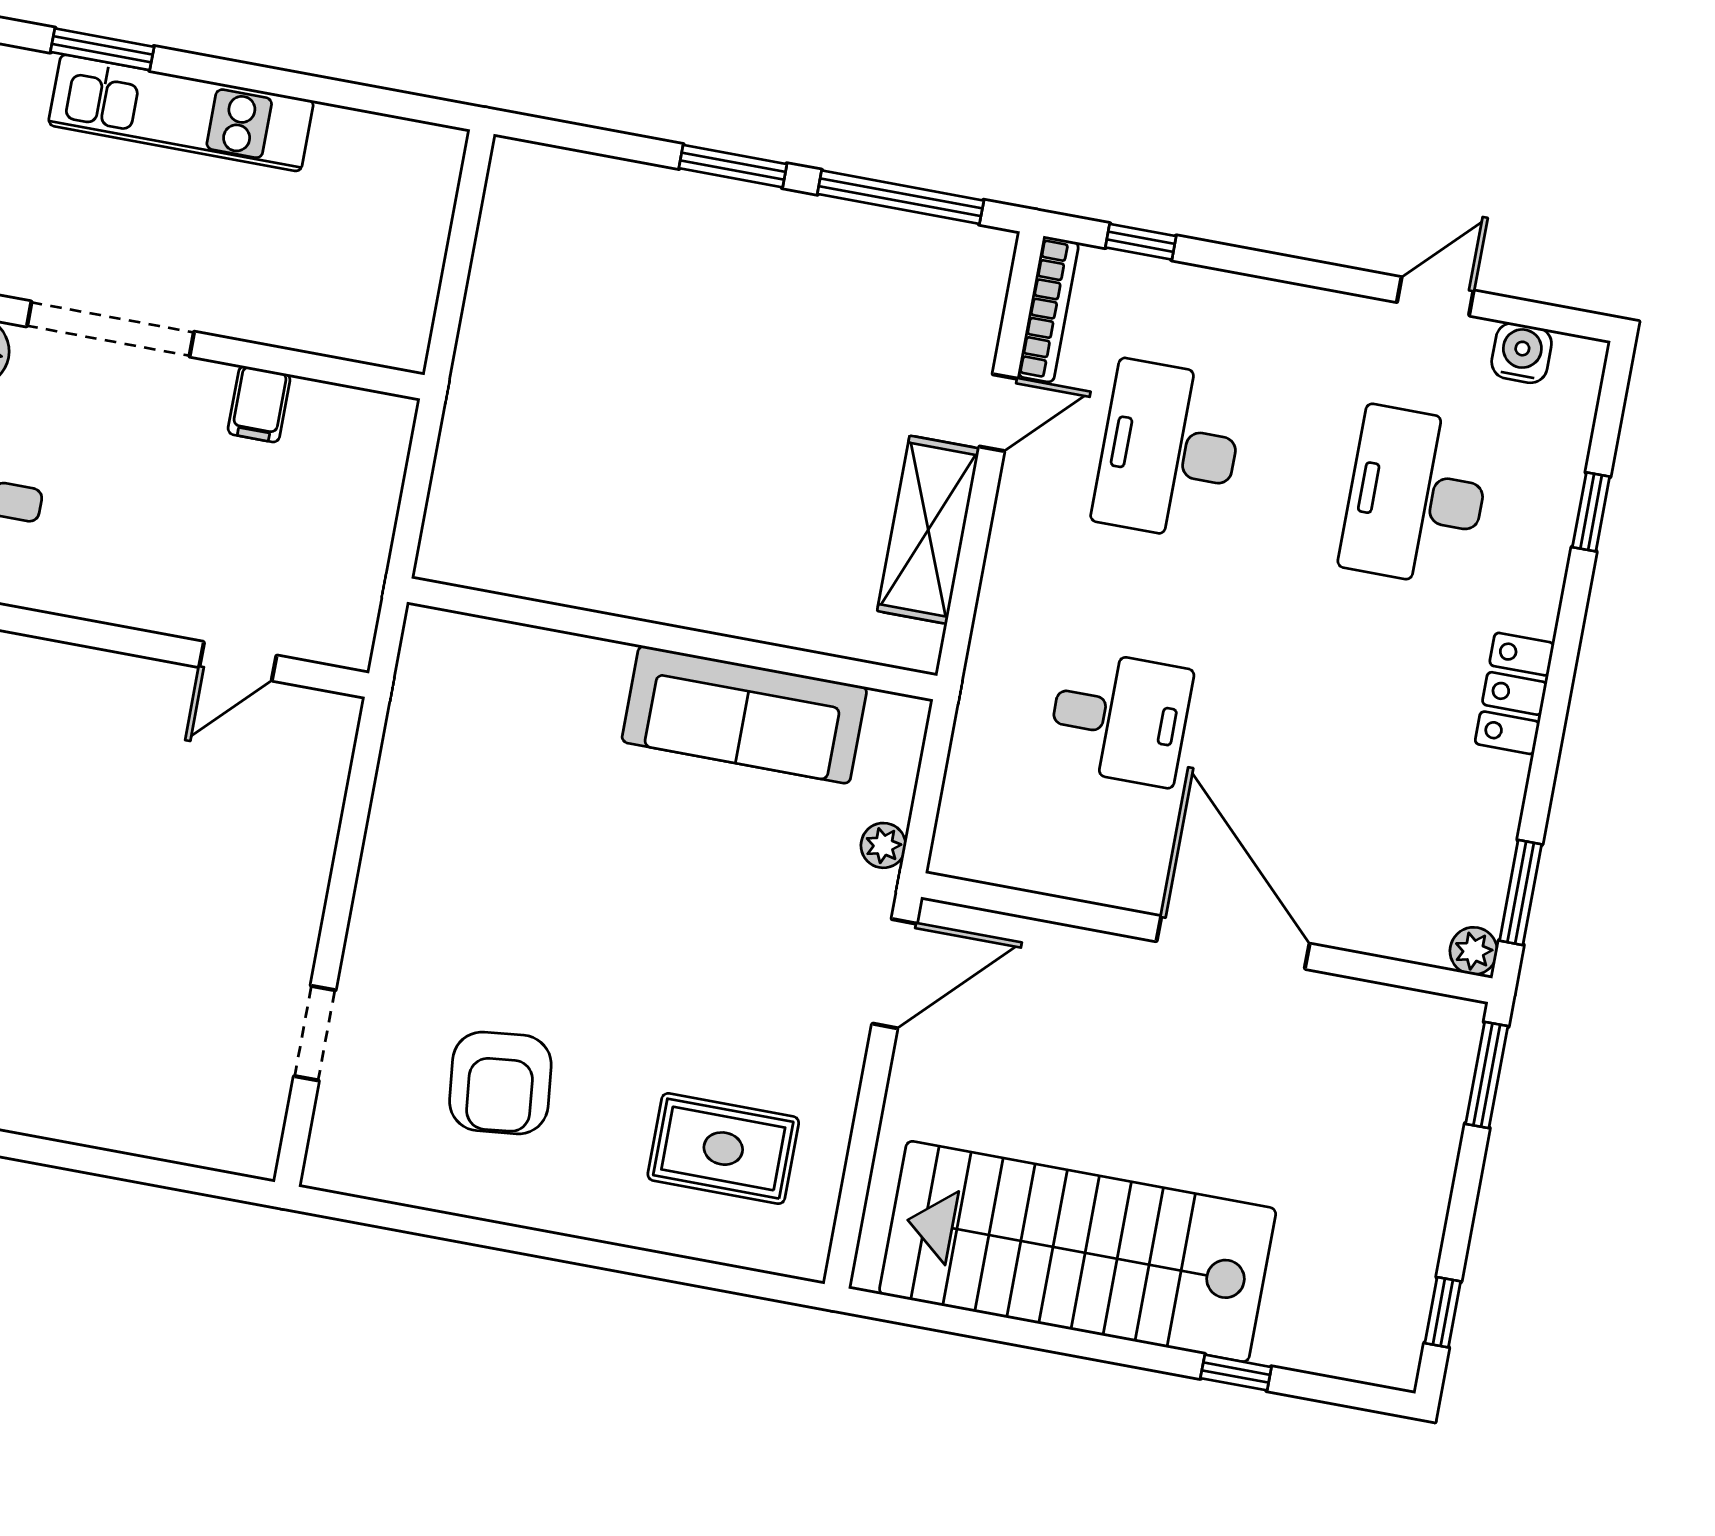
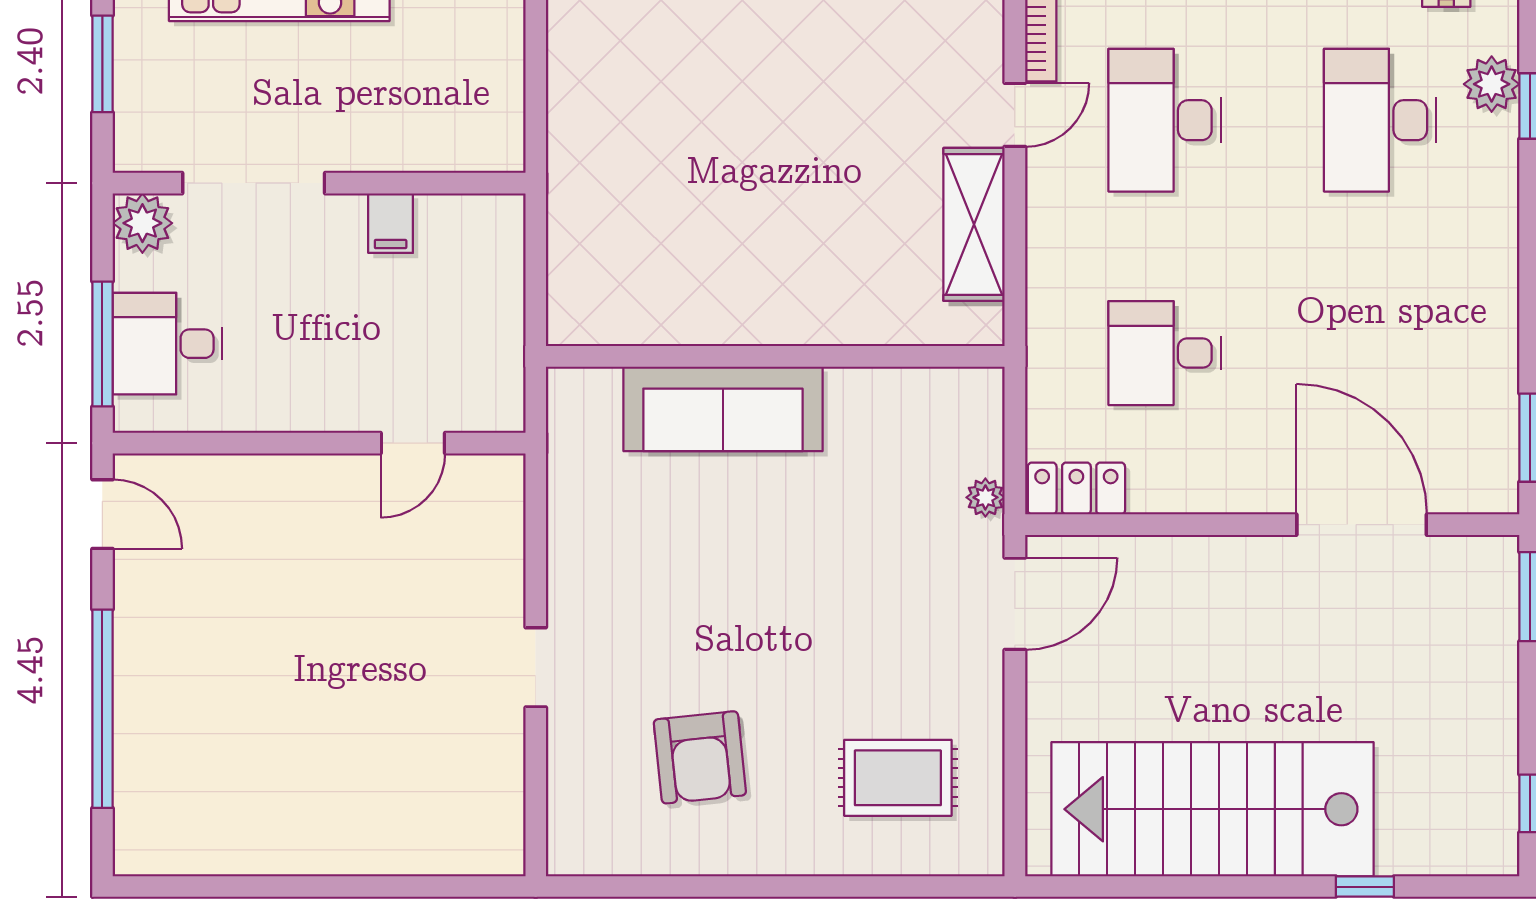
locker: (1515, 693) -> (1076, 488), moved, turned 90
sofa: (744, 715) -> (723, 409), moved
desk: (1120, 718) -> (1165, 353), turned 180
door: (1233, 942) -> (1362, 525), moved
plant: (1474, 951) -> (1492, 84), moved, width x1.38, depth x1.38
doorway: (315, 1033) -> (536, 667), moved

